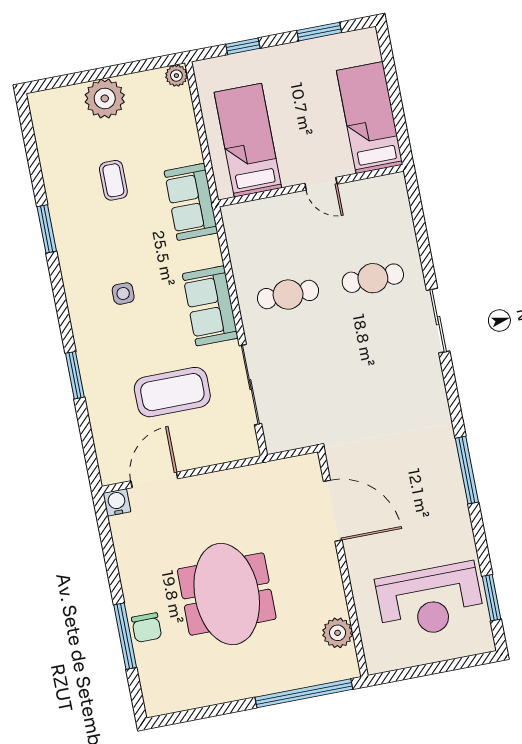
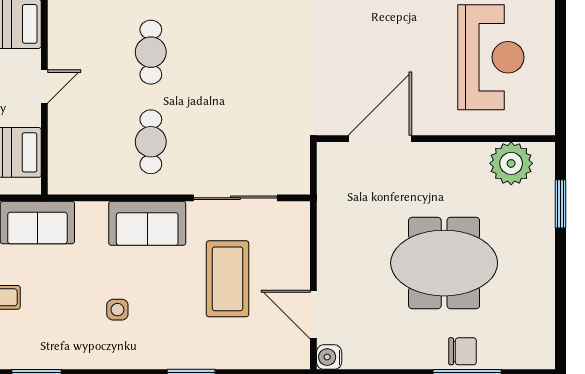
plant: (338, 633) -> (511, 163), width x1.36, depth x1.36
window: (304, 693) -> (560, 204), width x0.47

